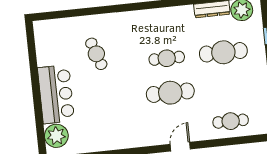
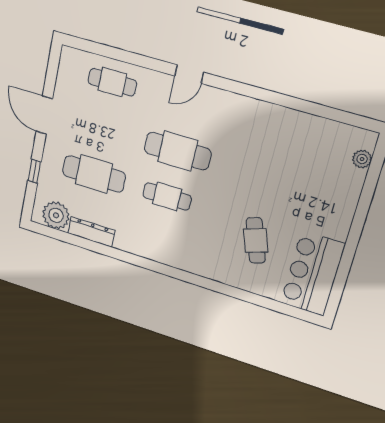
bar counter: (56, 94) -> (313, 273), moved
plant: (56, 136) -> (362, 159), width x0.53, depth x0.53

